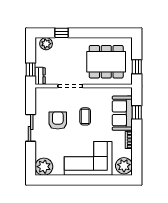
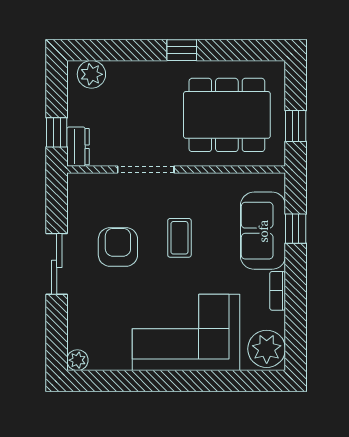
window: (62, 33) -> (182, 50), moved
plant: (44, 167) -> (77, 360), width x0.53, depth x0.53

